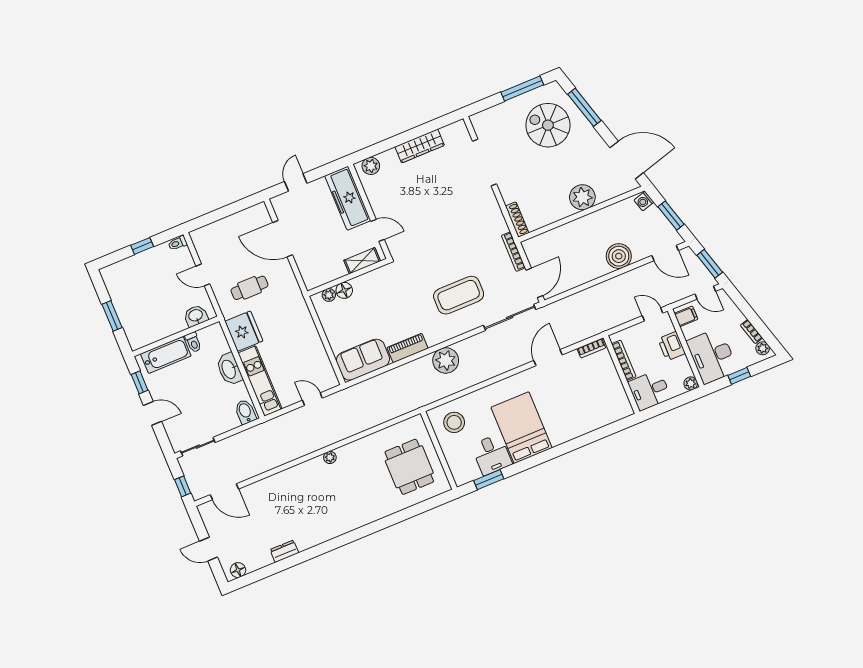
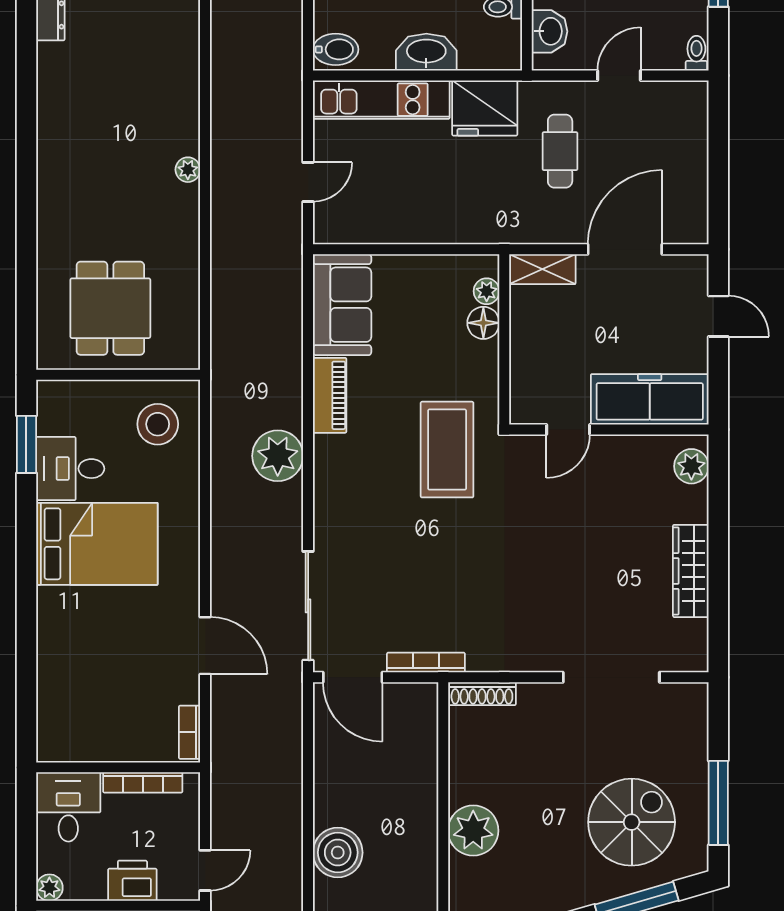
shelving: (362, 261) -> (542, 269), moved, turned 90
coffee table: (459, 295) -> (447, 450), moved
dining table: (409, 467) -> (110, 308), turned 90

